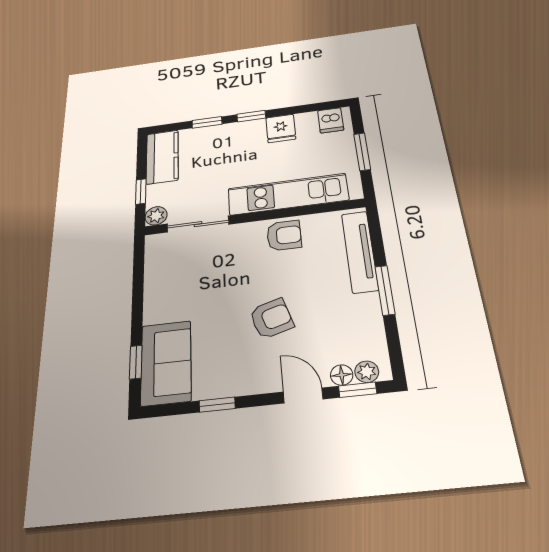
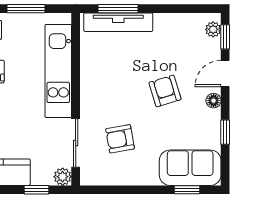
armchair: (284, 235) -> (120, 139), moved, turned -100
window: (385, 290) -> (118, 9), moved
floor lamp: (342, 375) -> (214, 101), moved

